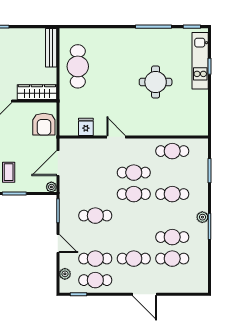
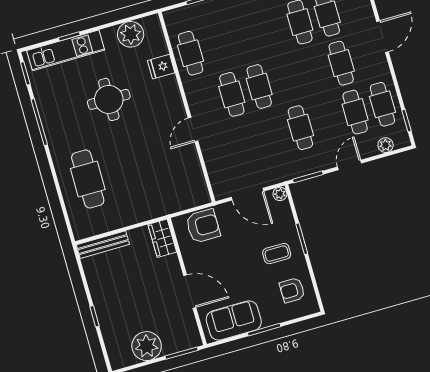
cafe table: (78, 66) -> (88, 179), moved, turned 90
wardrobe: (37, 92) -> (162, 238), width x0.67
plant: (198, 111) -> (131, 34), added
fridge: (86, 127) -> (161, 67), moved
cafe table: (172, 194) -> (245, 38), removed

